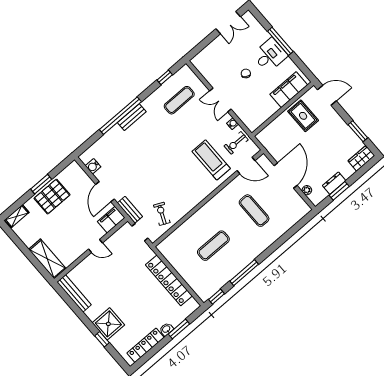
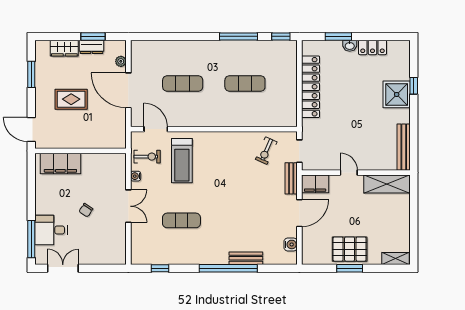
window: (280, 41) -> (31, 239), moved
desk: (270, 55) -> (51, 230), moved
exercise mat: (179, 100) -> (181, 220), moved
rug: (303, 116) -> (71, 99), moved, turned 90
bench: (132, 117) -> (246, 258), moved
wardrobe: (361, 158) -> (64, 48), moved
door: (286, 175) -> (128, 90), hinge flipped
exercise mat: (254, 211) -> (183, 84), turned 90
shelving: (47, 259) -> (387, 184), moved, turned 90
locker: (146, 345) -> (372, 47), width x0.66

